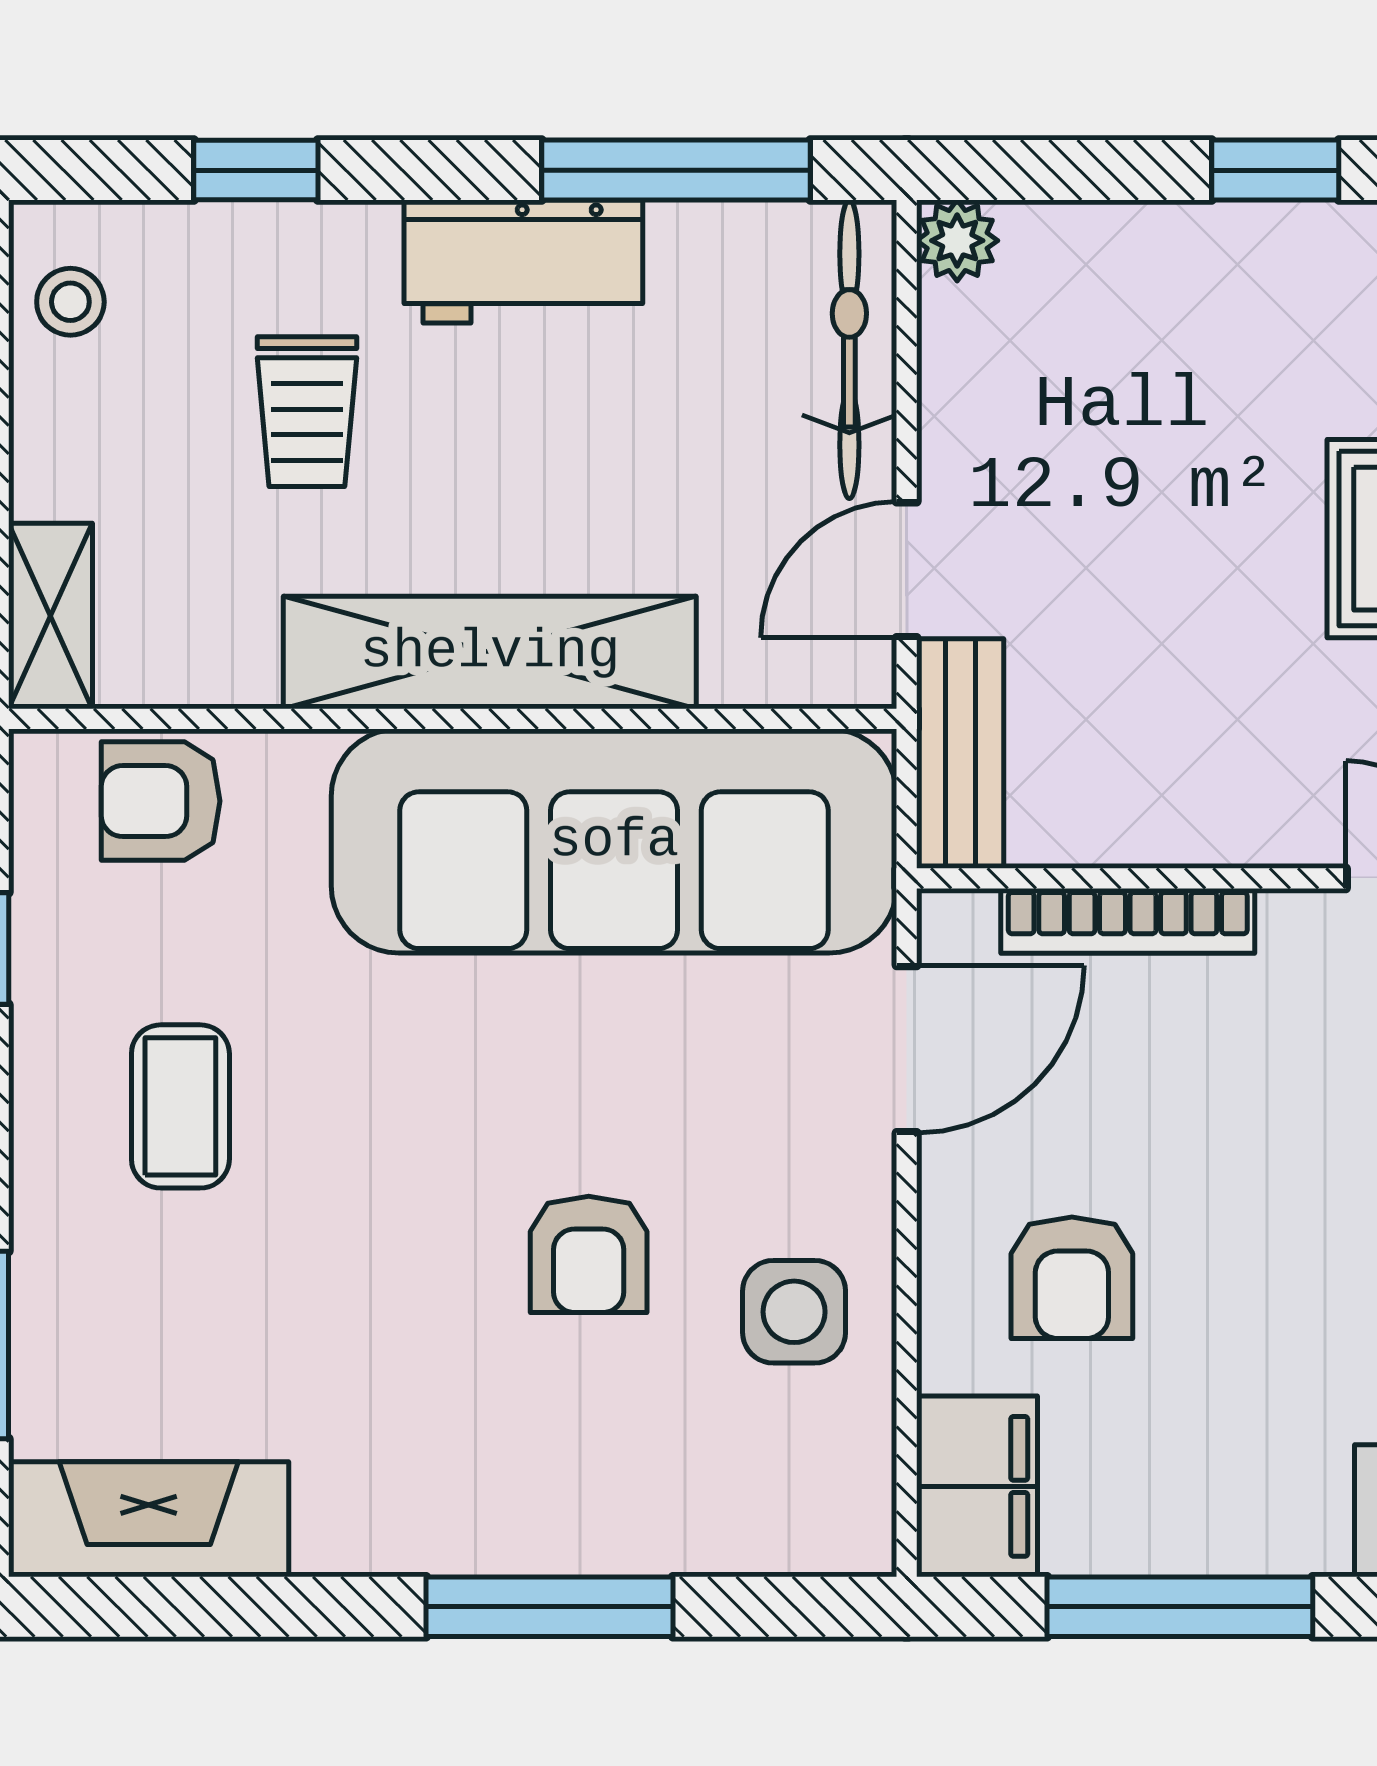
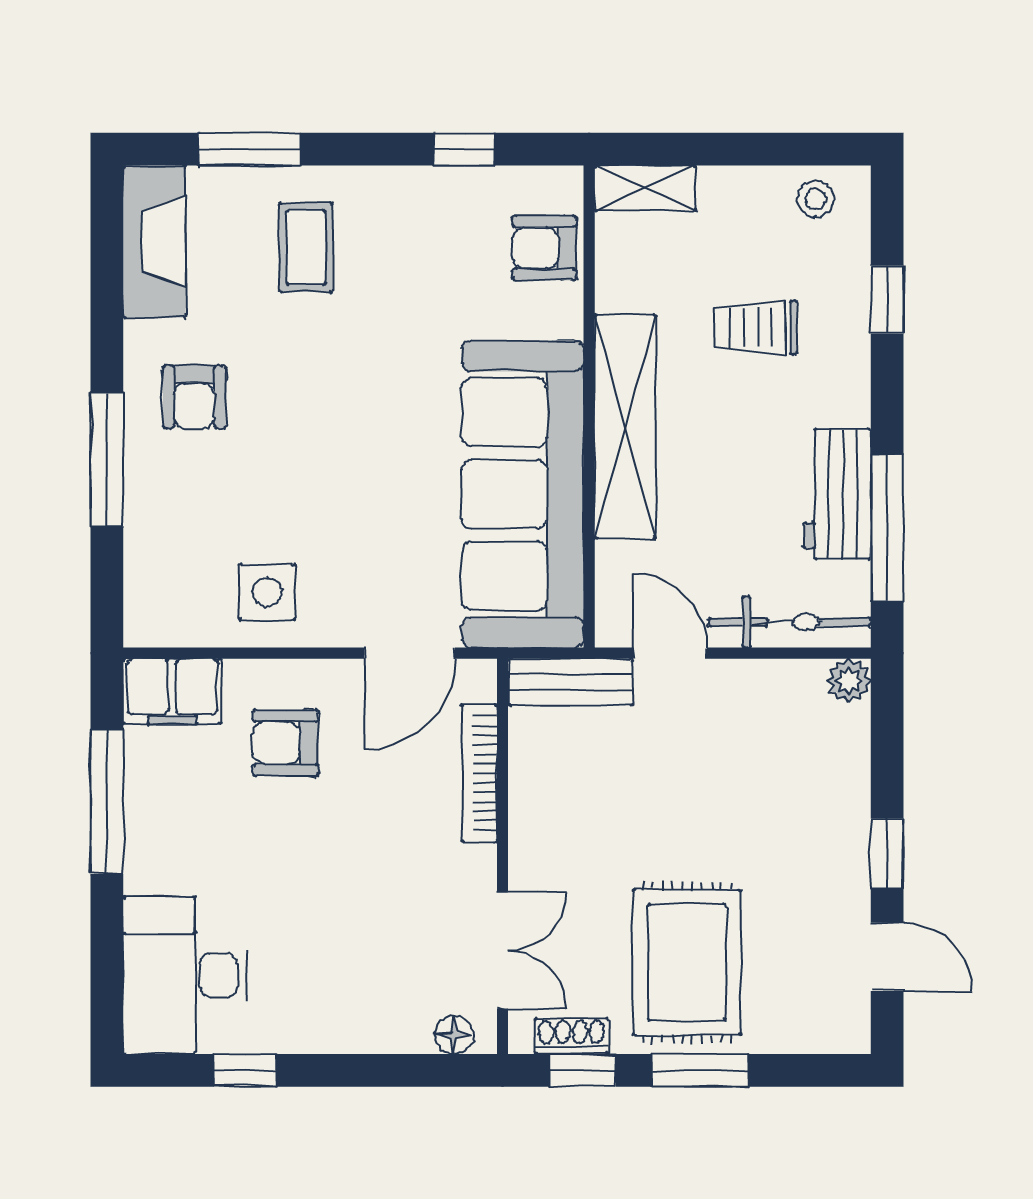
workbench: (523, 262) -> (837, 494), moved
armchair: (161, 801) -> (544, 248), turned -90
door: (907, 1049) -> (410, 653), hinge flipped
coffee table: (180, 1106) -> (306, 247), moved, turned 90
armchair: (589, 1254) -> (194, 397), moved, turned -90

